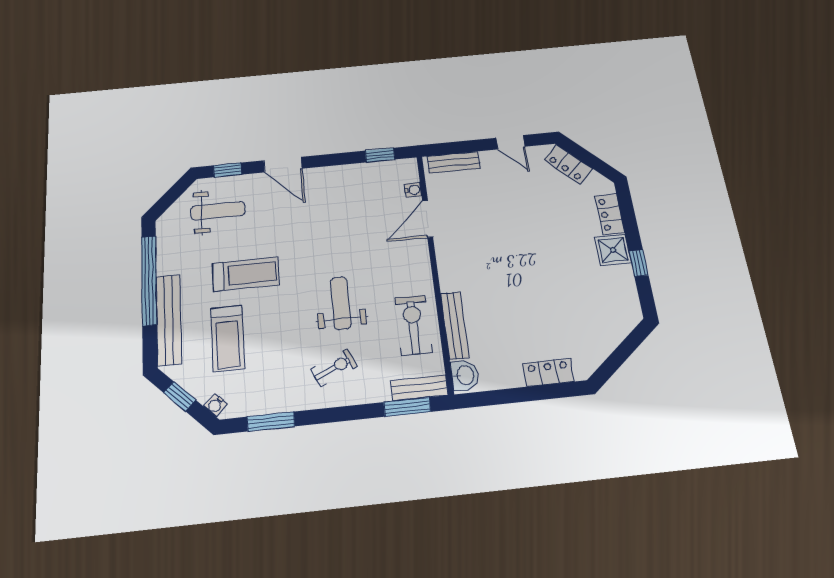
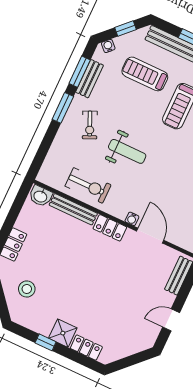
locker: (568, 164) -> (110, 228), moved, turned -135
water cooler: (413, 190) -> (132, 219), moved
stool: (591, 323) -> (27, 289), added
bench: (419, 388) -> (90, 79), moved
window: (407, 407) -> (63, 108), moved

